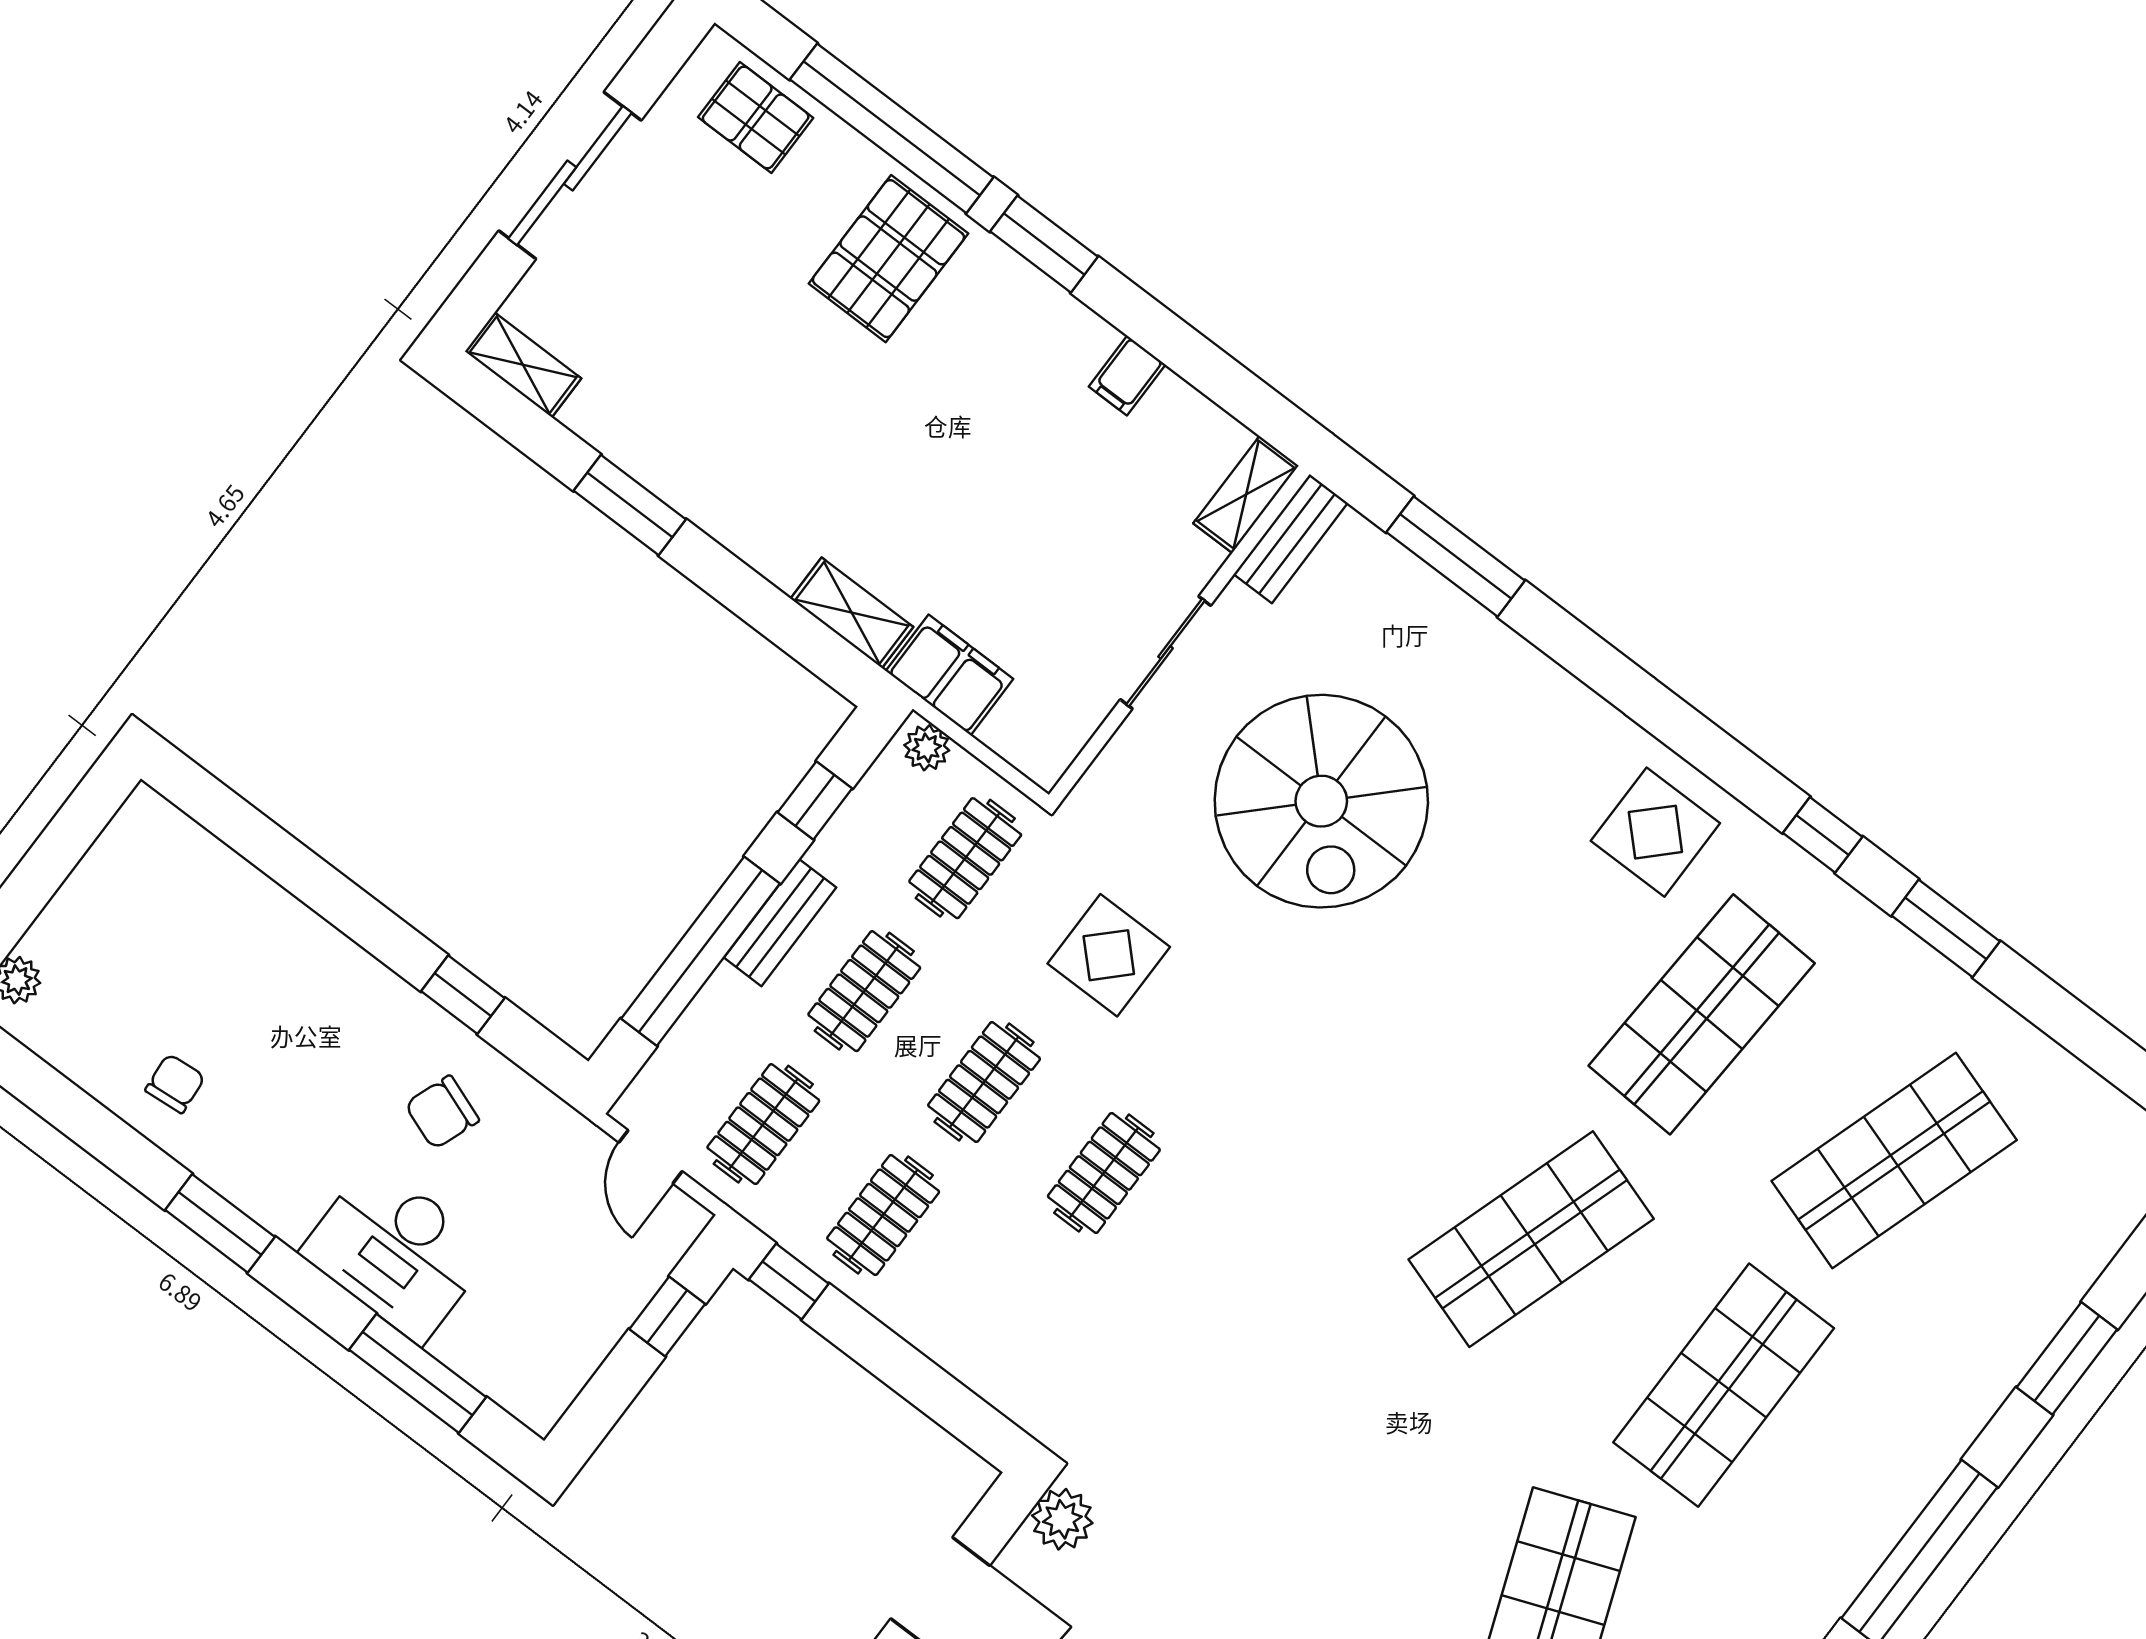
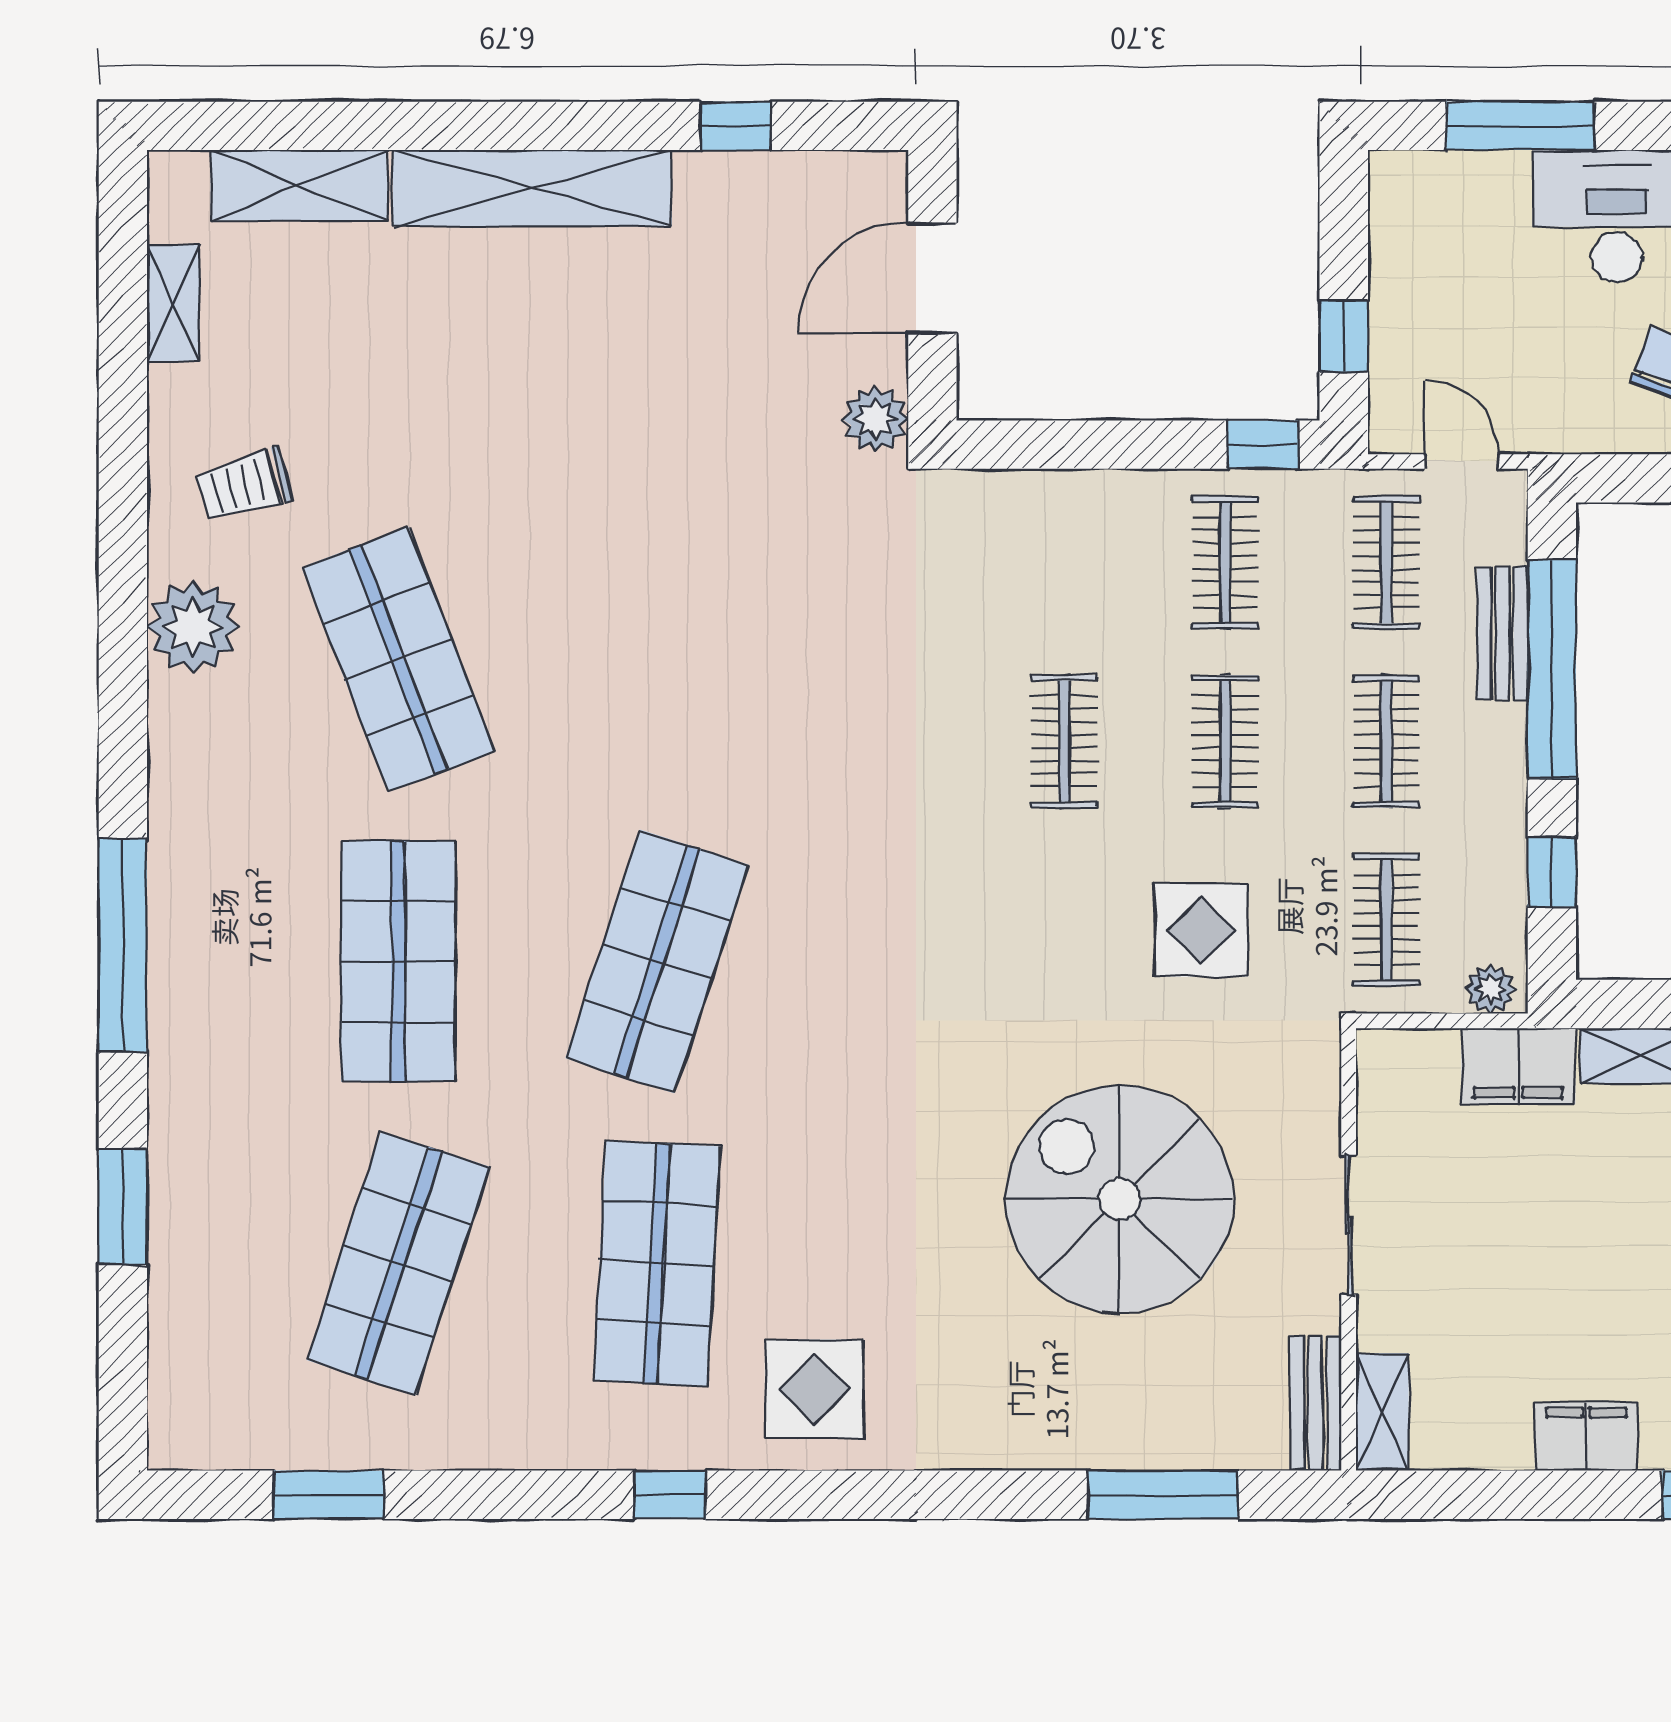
filing cabinet: (1127, 376) -> (1586, 1436), width x2.00
bench: (780, 923) -> (1502, 633), moved
window: (1946, 928) -> (329, 1495), moved

